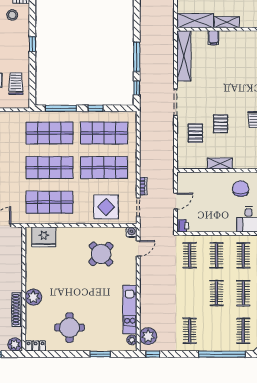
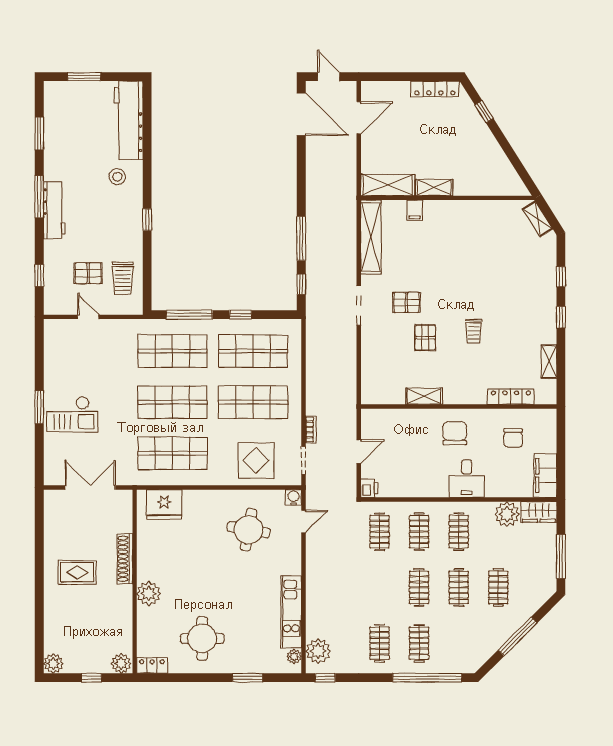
trolley: (16, 84) -> (123, 278), turned 180
pallet: (195, 133) -> (406, 302), moved, turned 90
round table: (101, 254) -> (249, 530), turned -36
shoe rack: (17, 310) -> (125, 559), moved
clothes rail: (243, 331) -> (419, 643), moved

